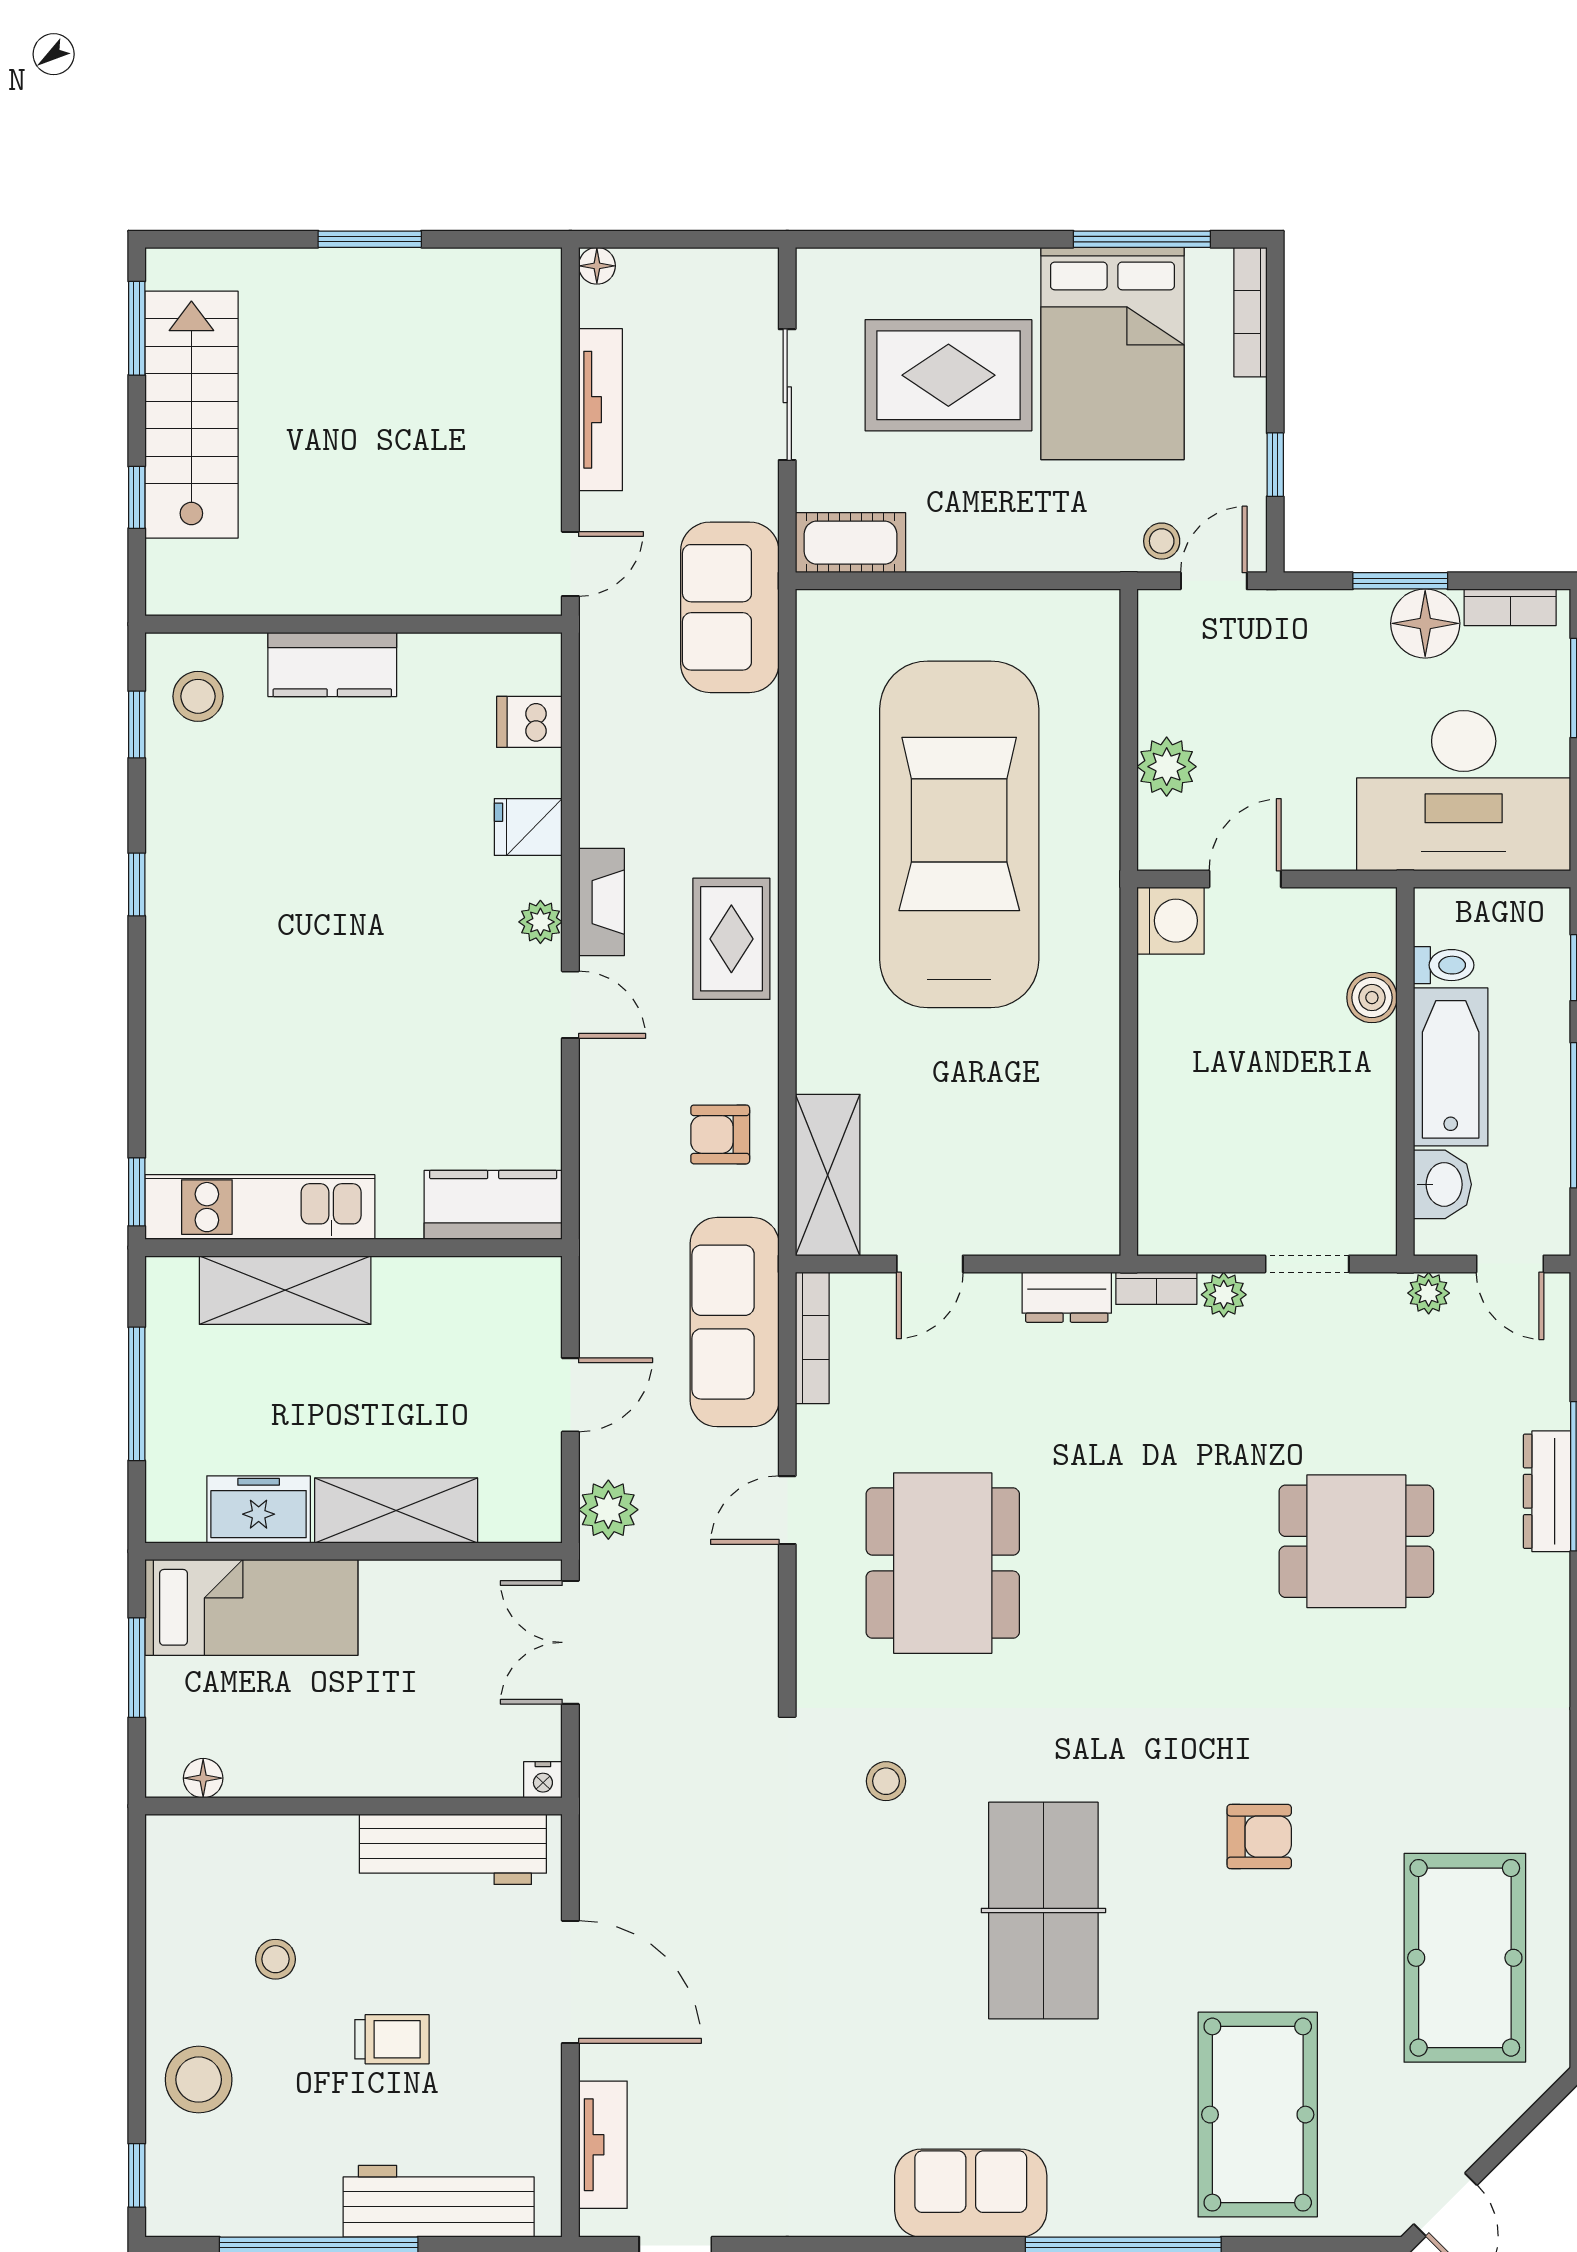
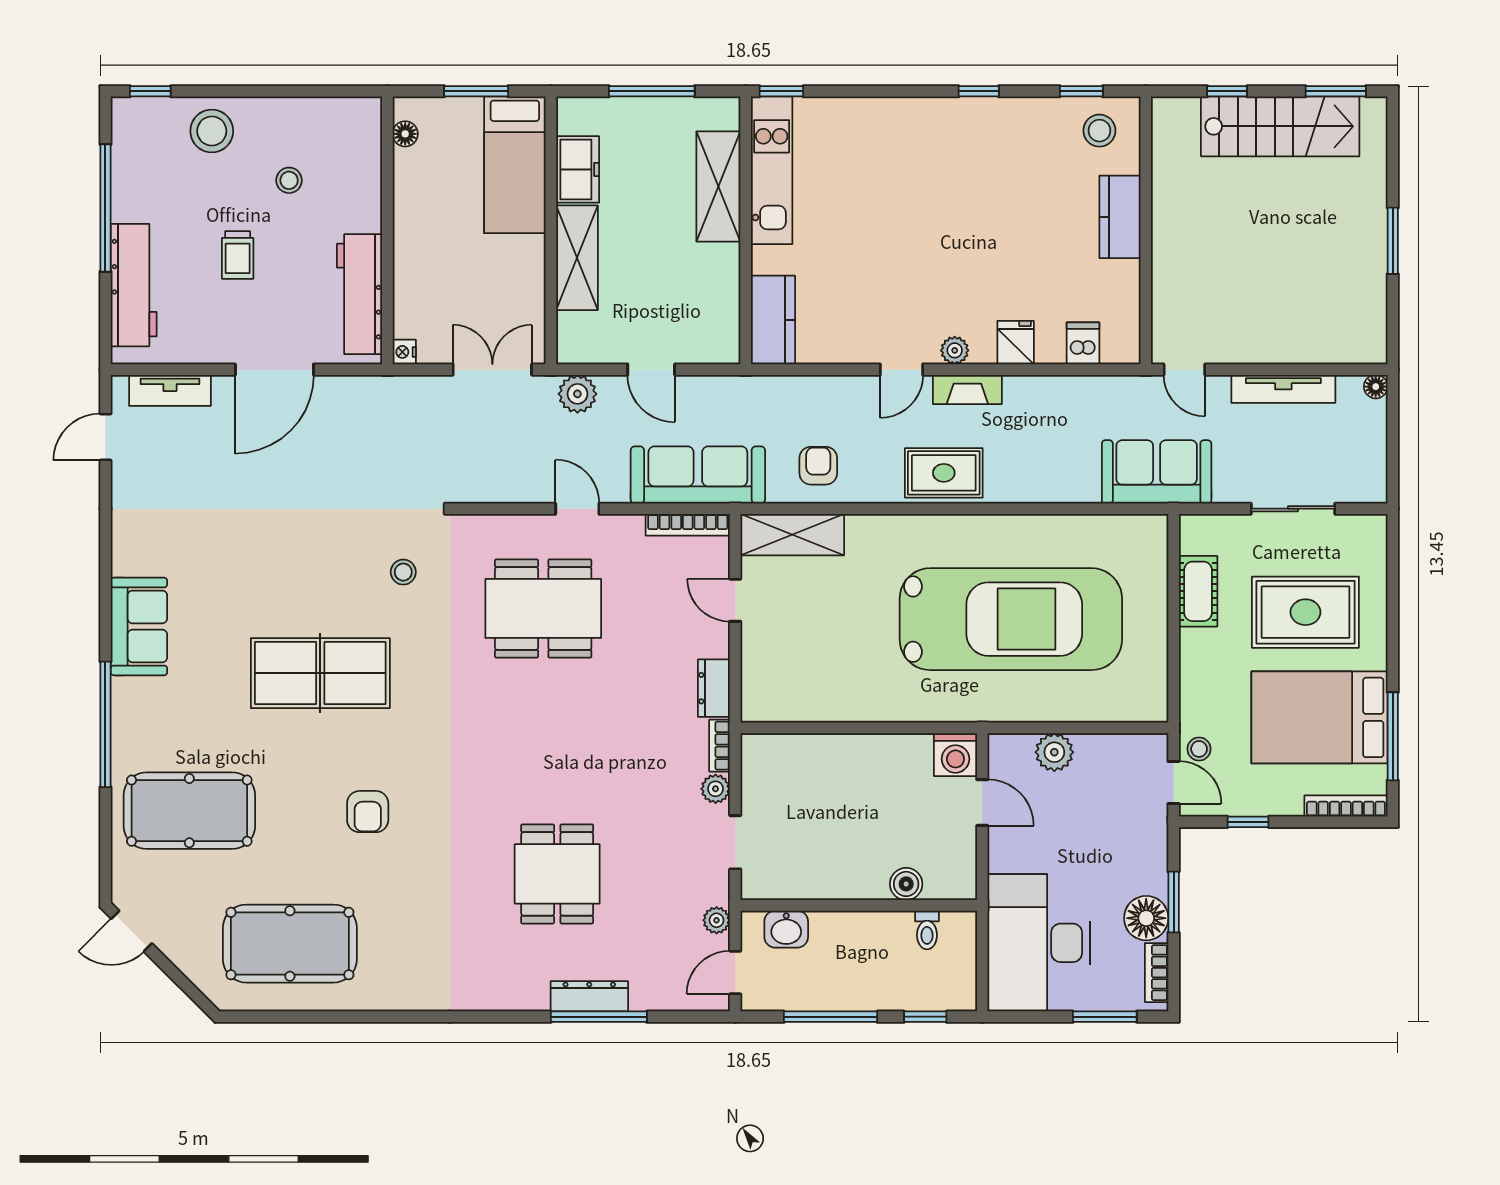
rug: (948, 375) -> (1305, 612), turned 90
cot: (851, 543) -> (1198, 591), moved
bathtub: (1451, 1067) -> (862, 934), removed

